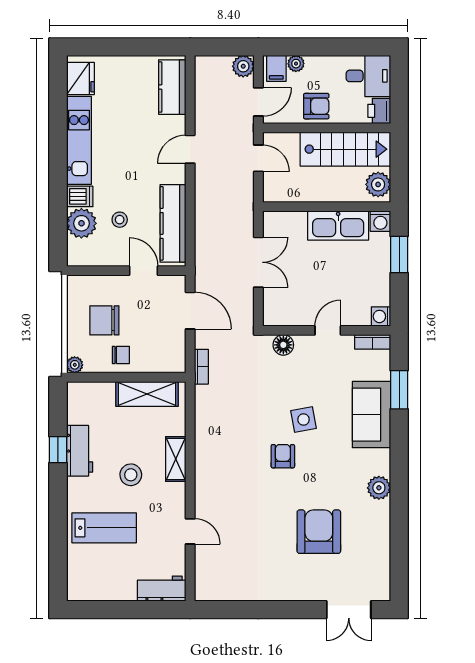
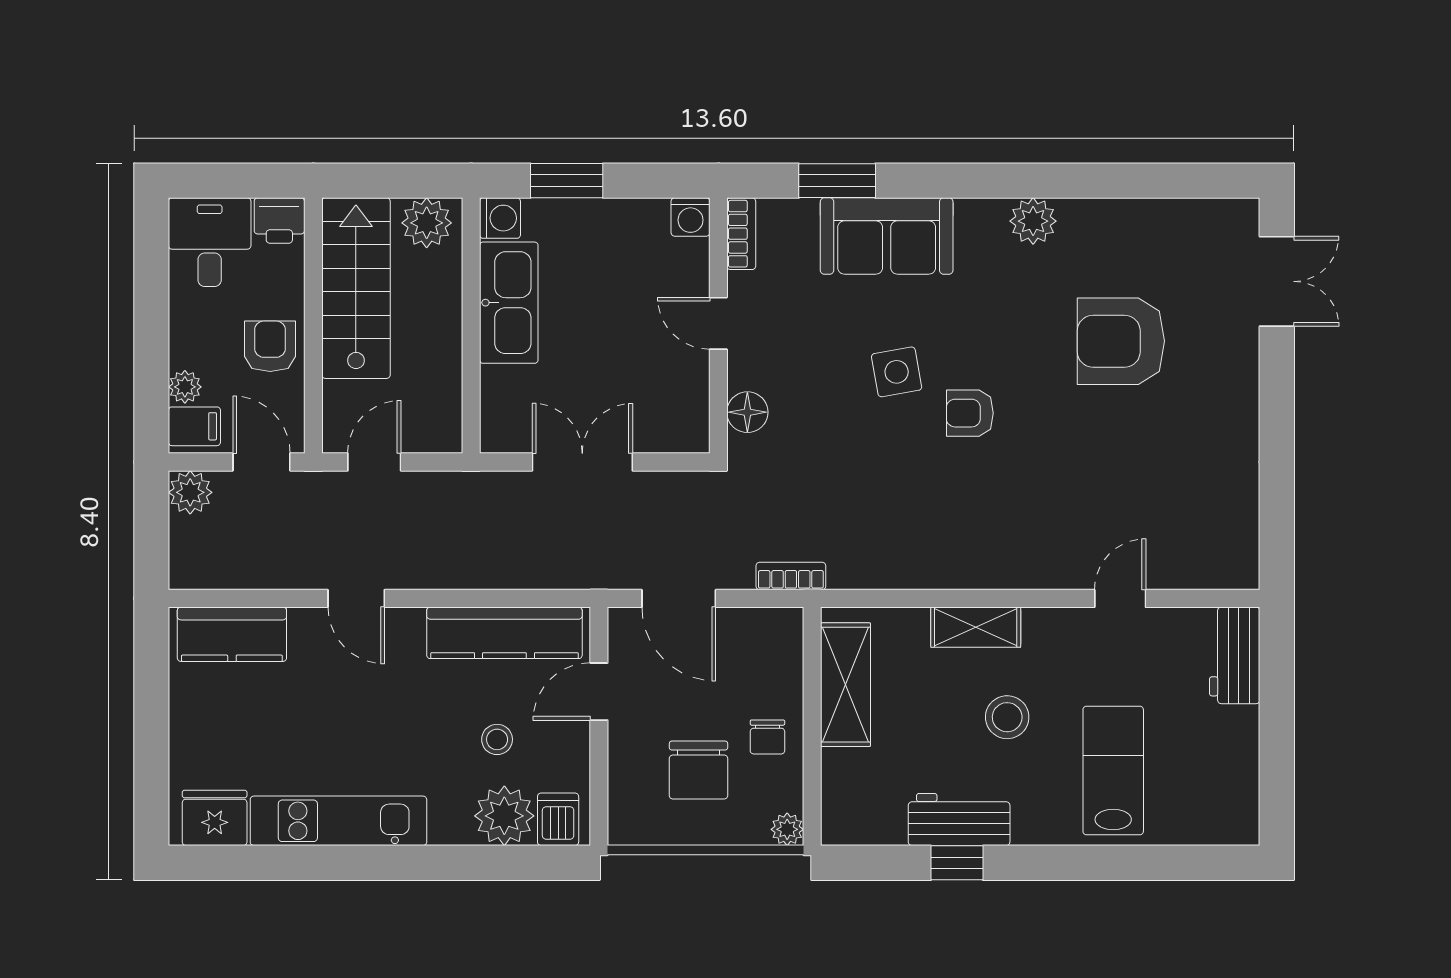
dishwasher: (80, 196) -> (558, 819), moved
door: (190, 311) -> (679, 598), swing flipped
chair: (121, 355) -> (767, 737), turned 180

